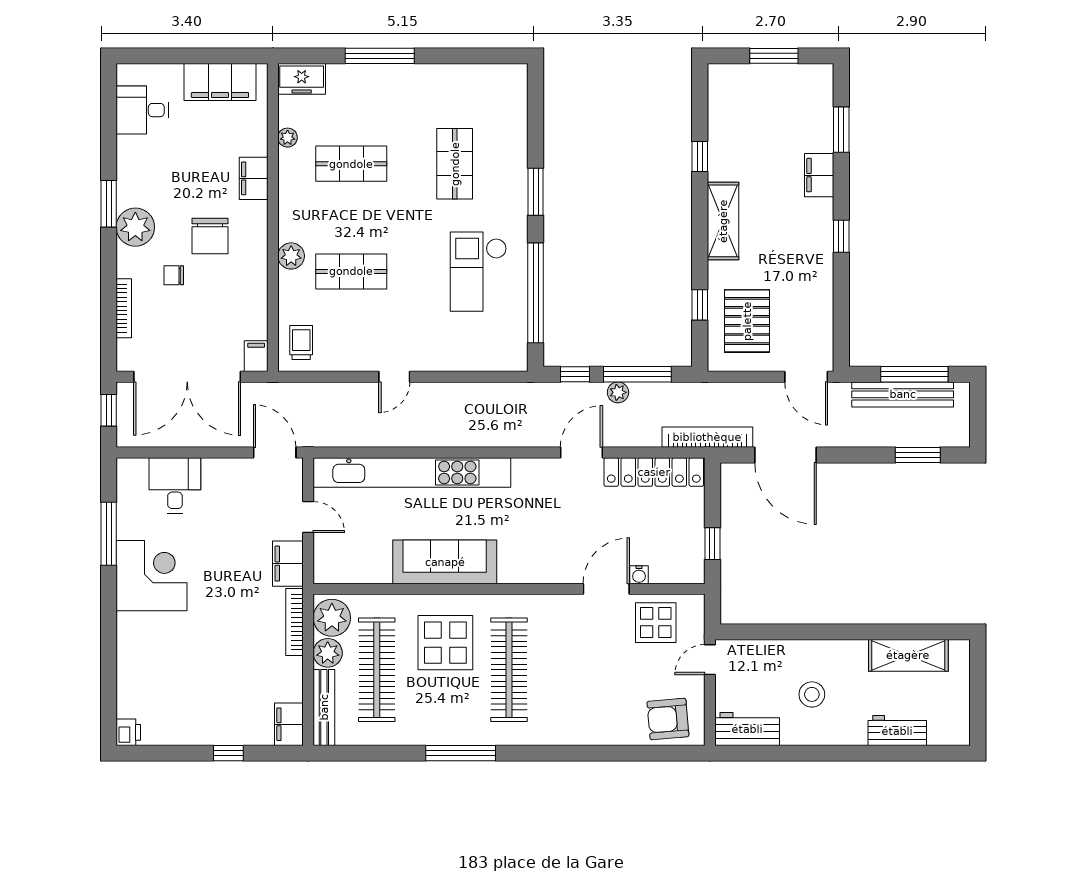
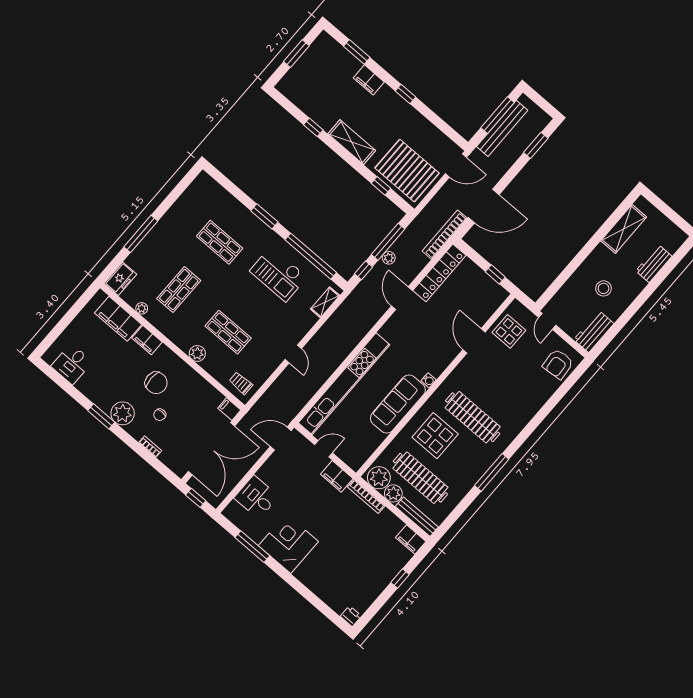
filing cabinet: (220, 82) -> (118, 319), moved, turned 90
shop shelf: (351, 271) -> (228, 332), turned 90
bookcase: (124, 308) -> (150, 446), width x0.64
pallet: (747, 321) -> (407, 171), width x1.37, depth x1.41
shelving: (494, 361) -> (325, 302), added
water cooler: (639, 575) -> (429, 380), moved

